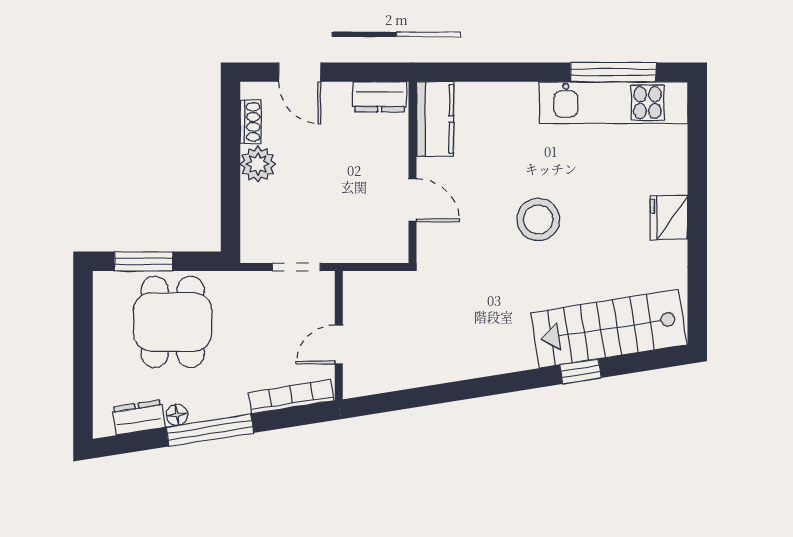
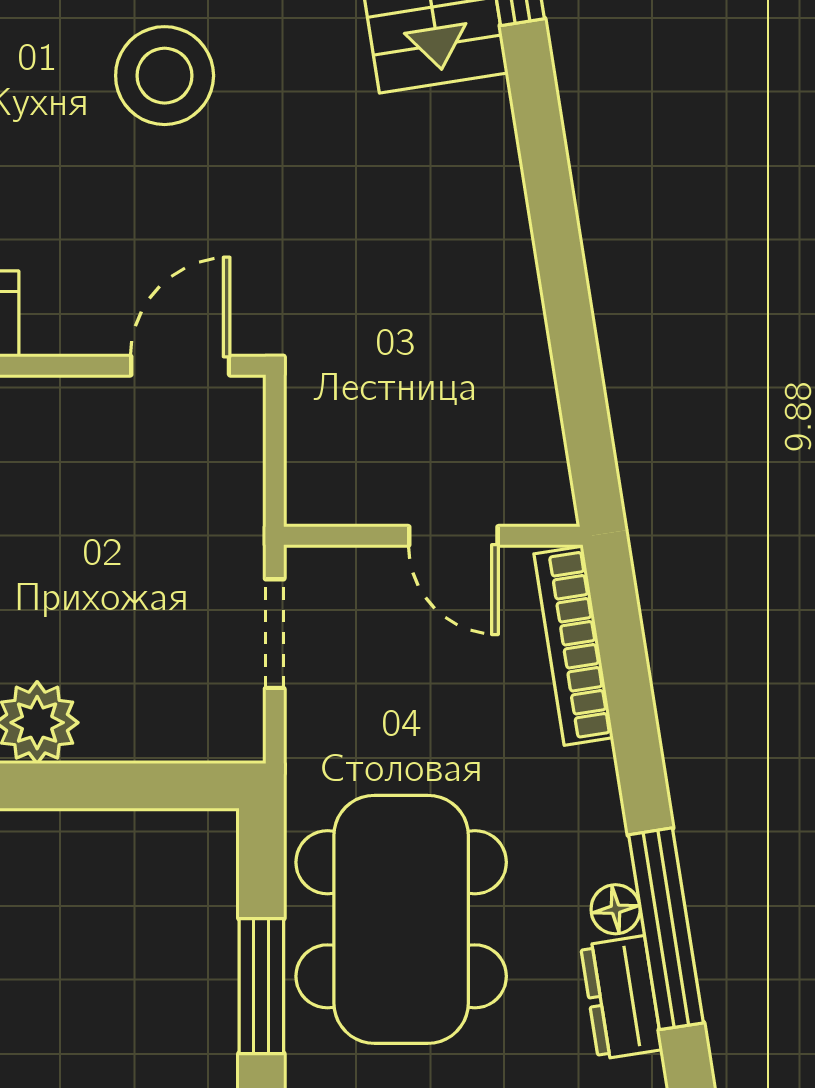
door: (413, 200) -> (180, 366), moved
dining table: (173, 322) -> (401, 919), width x1.38
window: (210, 430) -> (666, 929), moved

